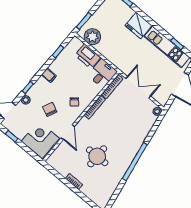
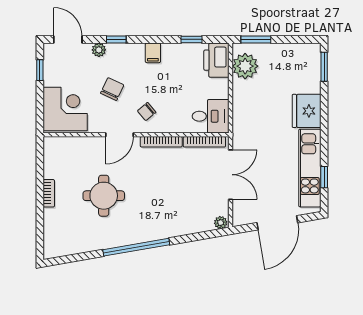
printer: (88, 56) -> (216, 60), moved
door: (68, 132) -> (119, 135), moved

